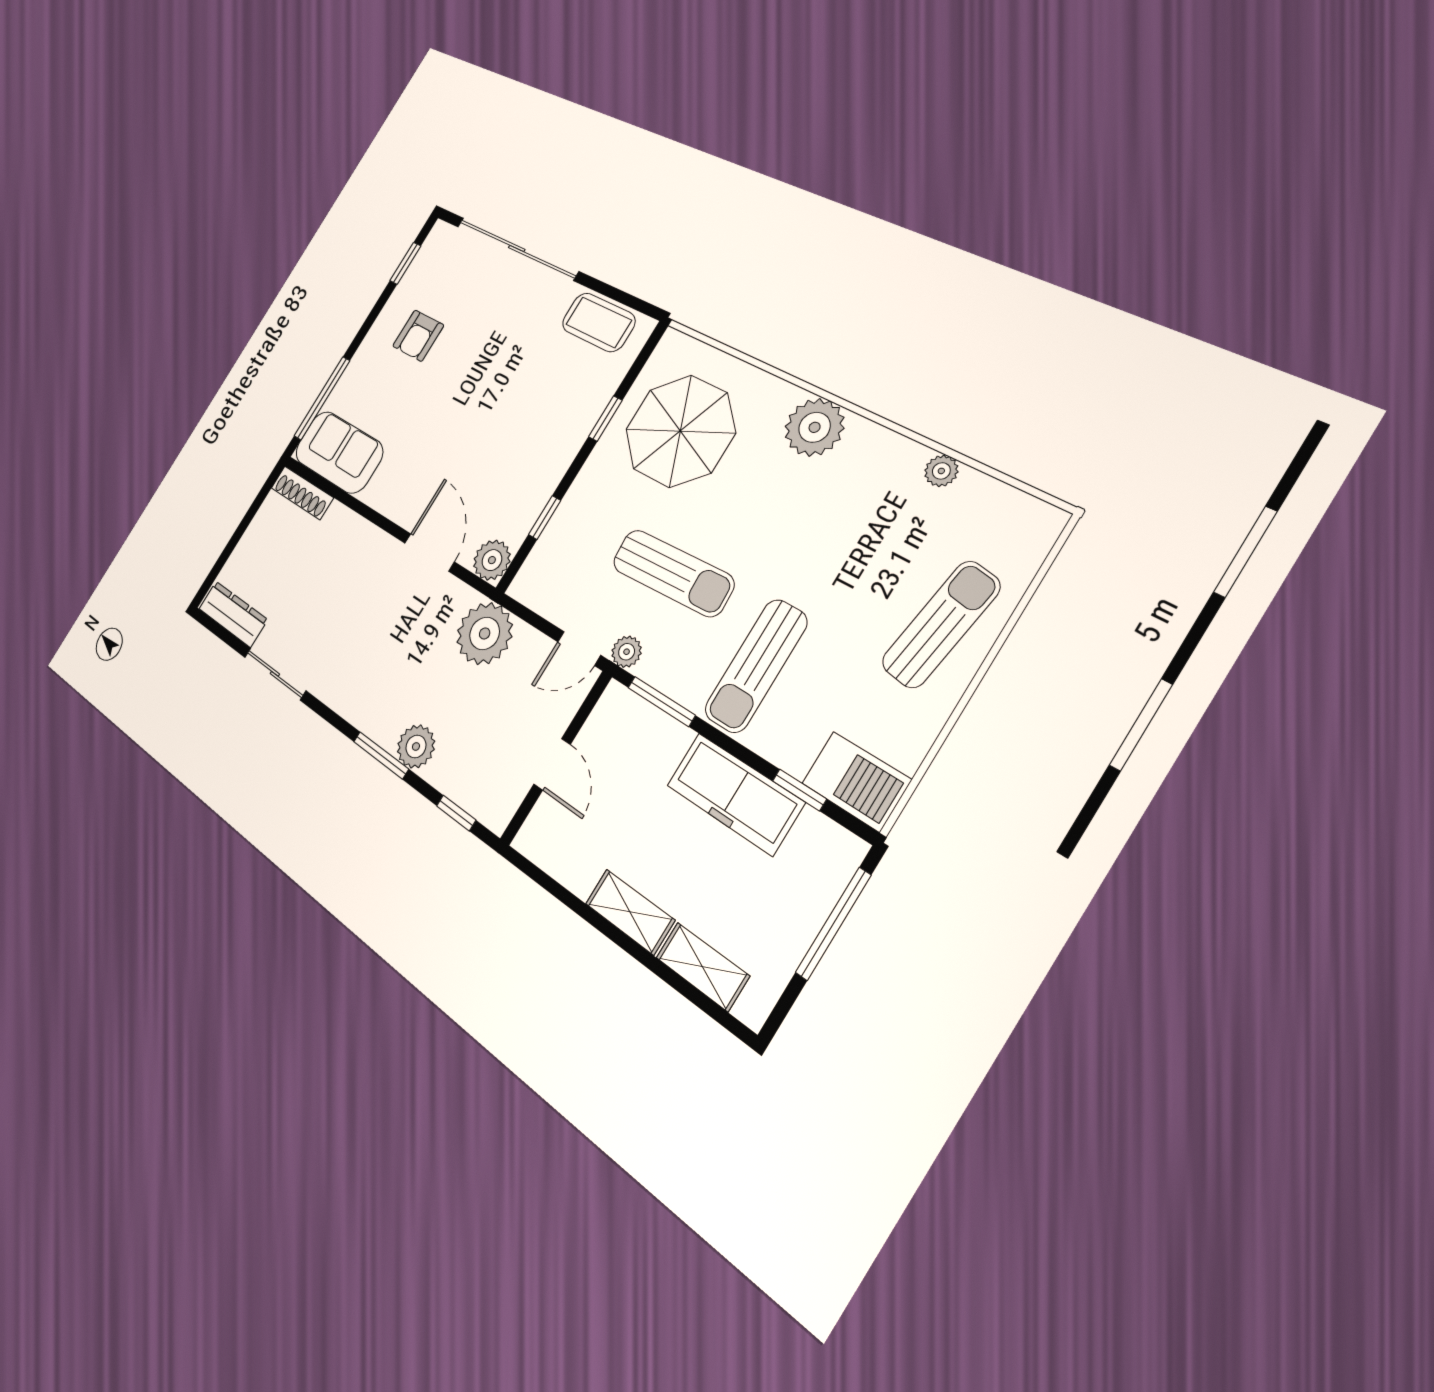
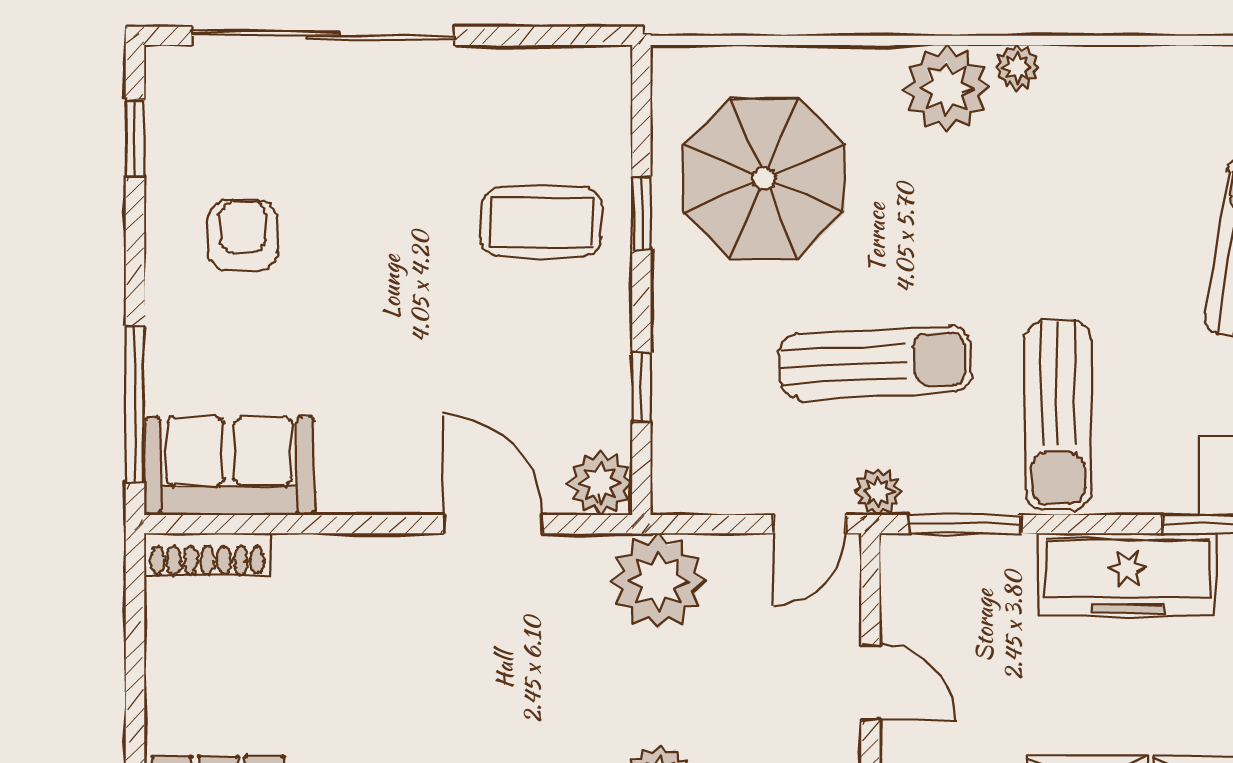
coffee table: (599, 322) -> (541, 222), moved
armchair: (418, 336) -> (243, 235), turned 180
plant: (941, 471) -> (1017, 67), moved

